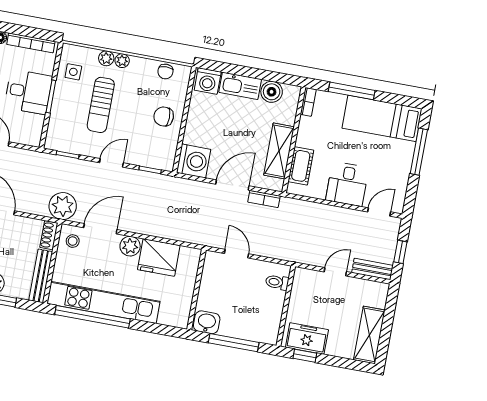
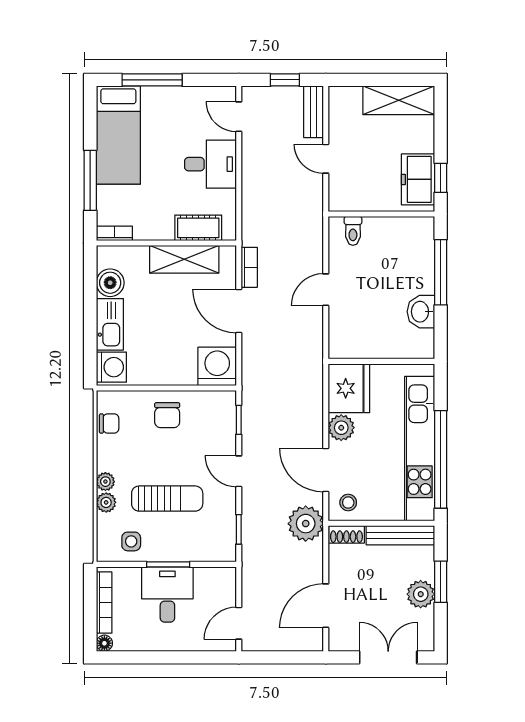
wall: (196, 290) -> (381, 361), moved

